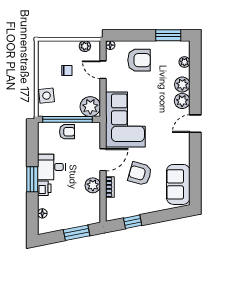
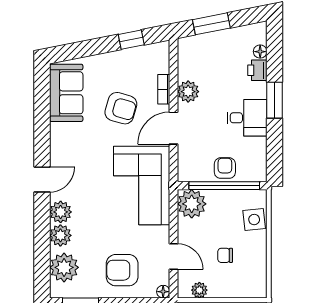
plant: (184, 62) -> (64, 267), width x1.87, depth x1.87
armchair: (67, 132) -> (225, 168), turned 90
printer: (44, 188) -> (257, 70), moved

